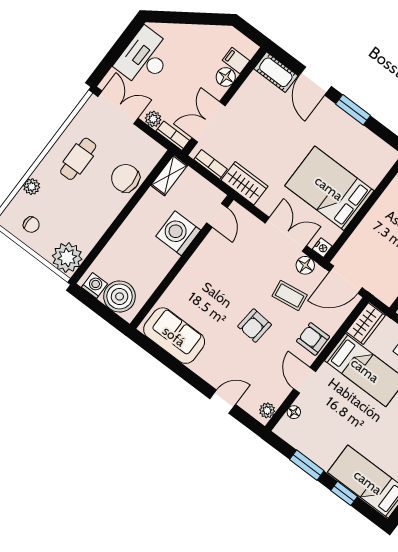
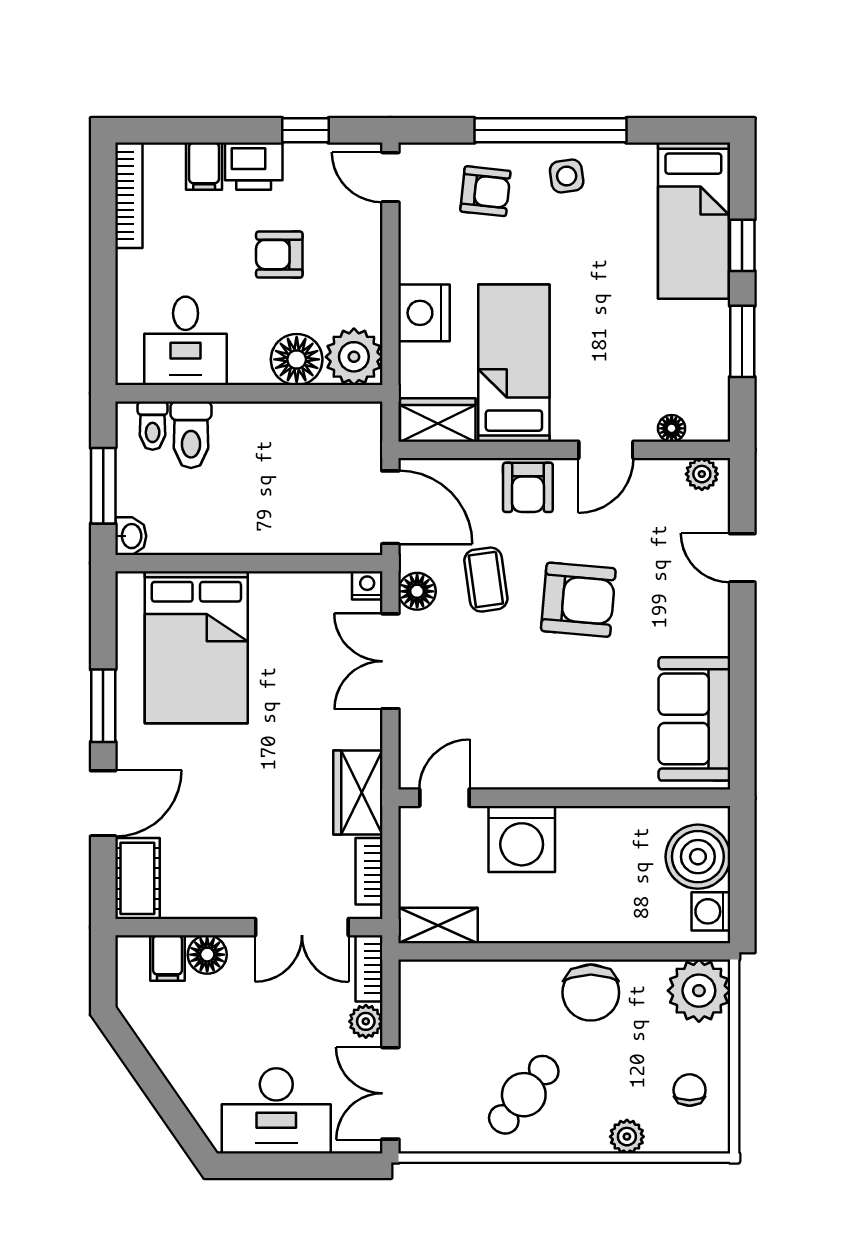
cafe table: (78, 159) -> (524, 1095), turned -50
chair: (125, 178) -> (591, 993), moved
bed: (329, 188) -> (196, 647), moved
armchair: (255, 326) -> (578, 600), width x1.38, depth x1.38

